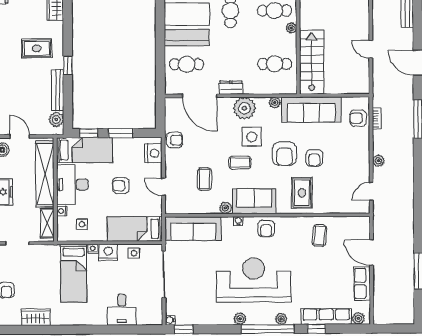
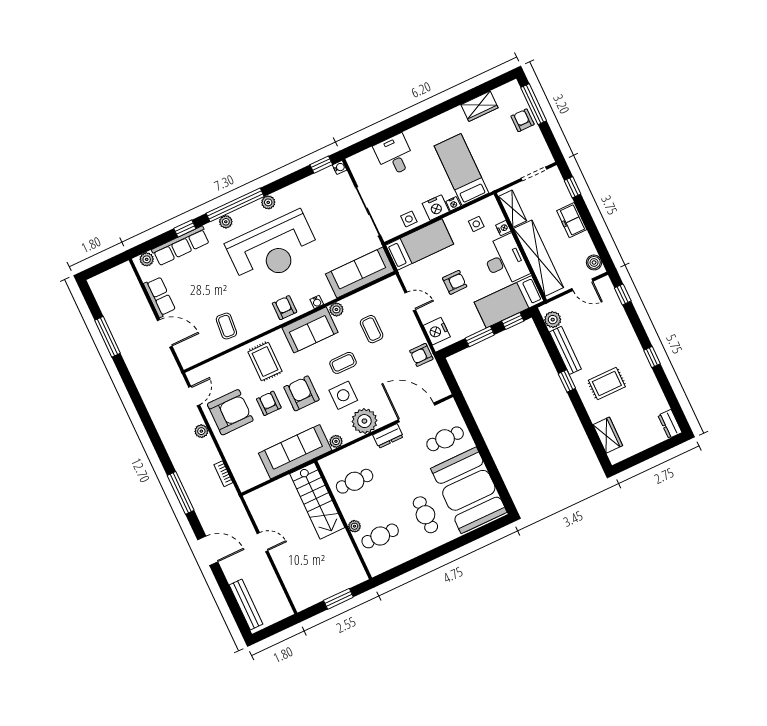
armchair: (358, 118) -> (230, 412), moved, width x1.88, depth x1.88

